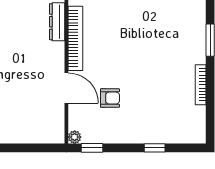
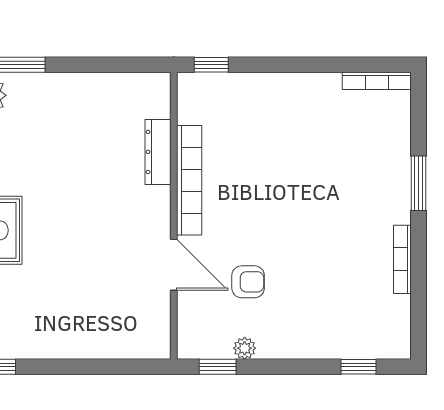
plant: (75, 137) -> (245, 348), moved
window: (155, 148) -> (359, 367), moved

